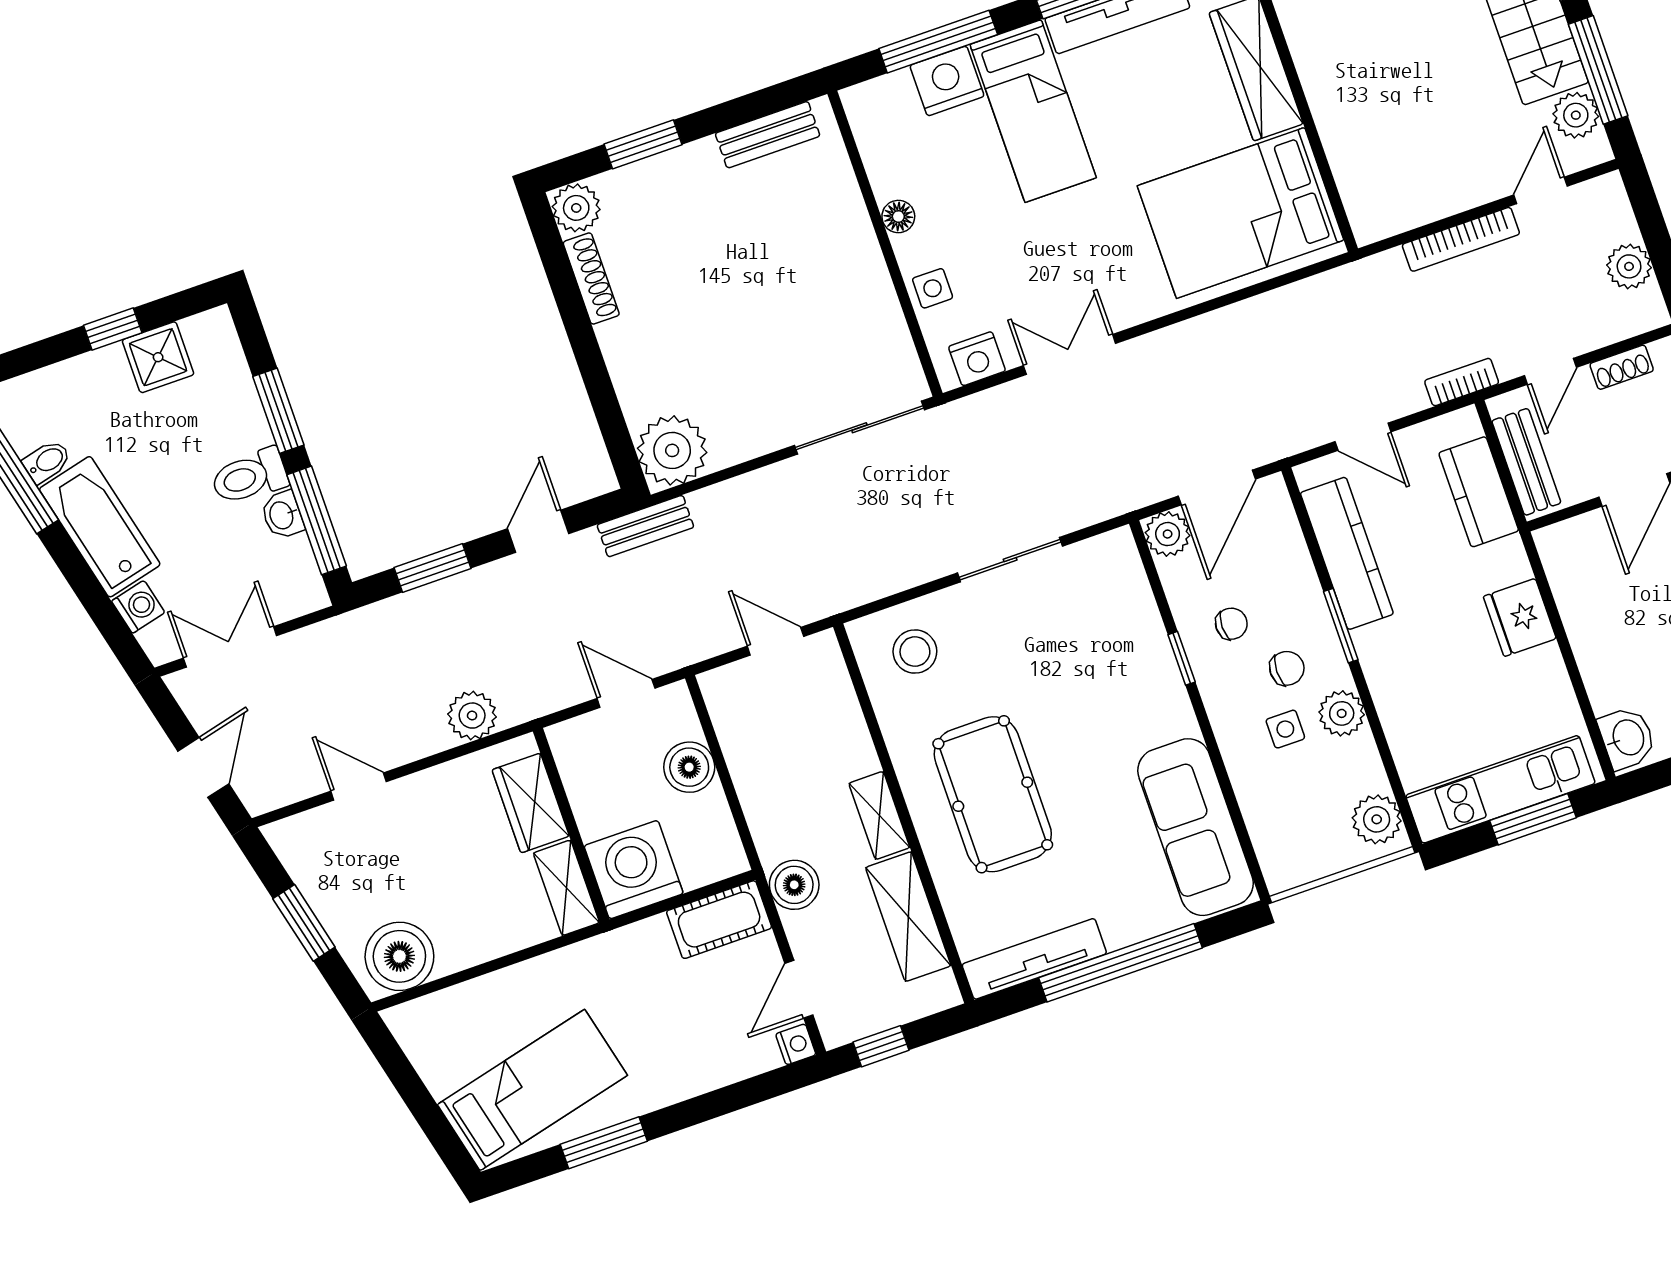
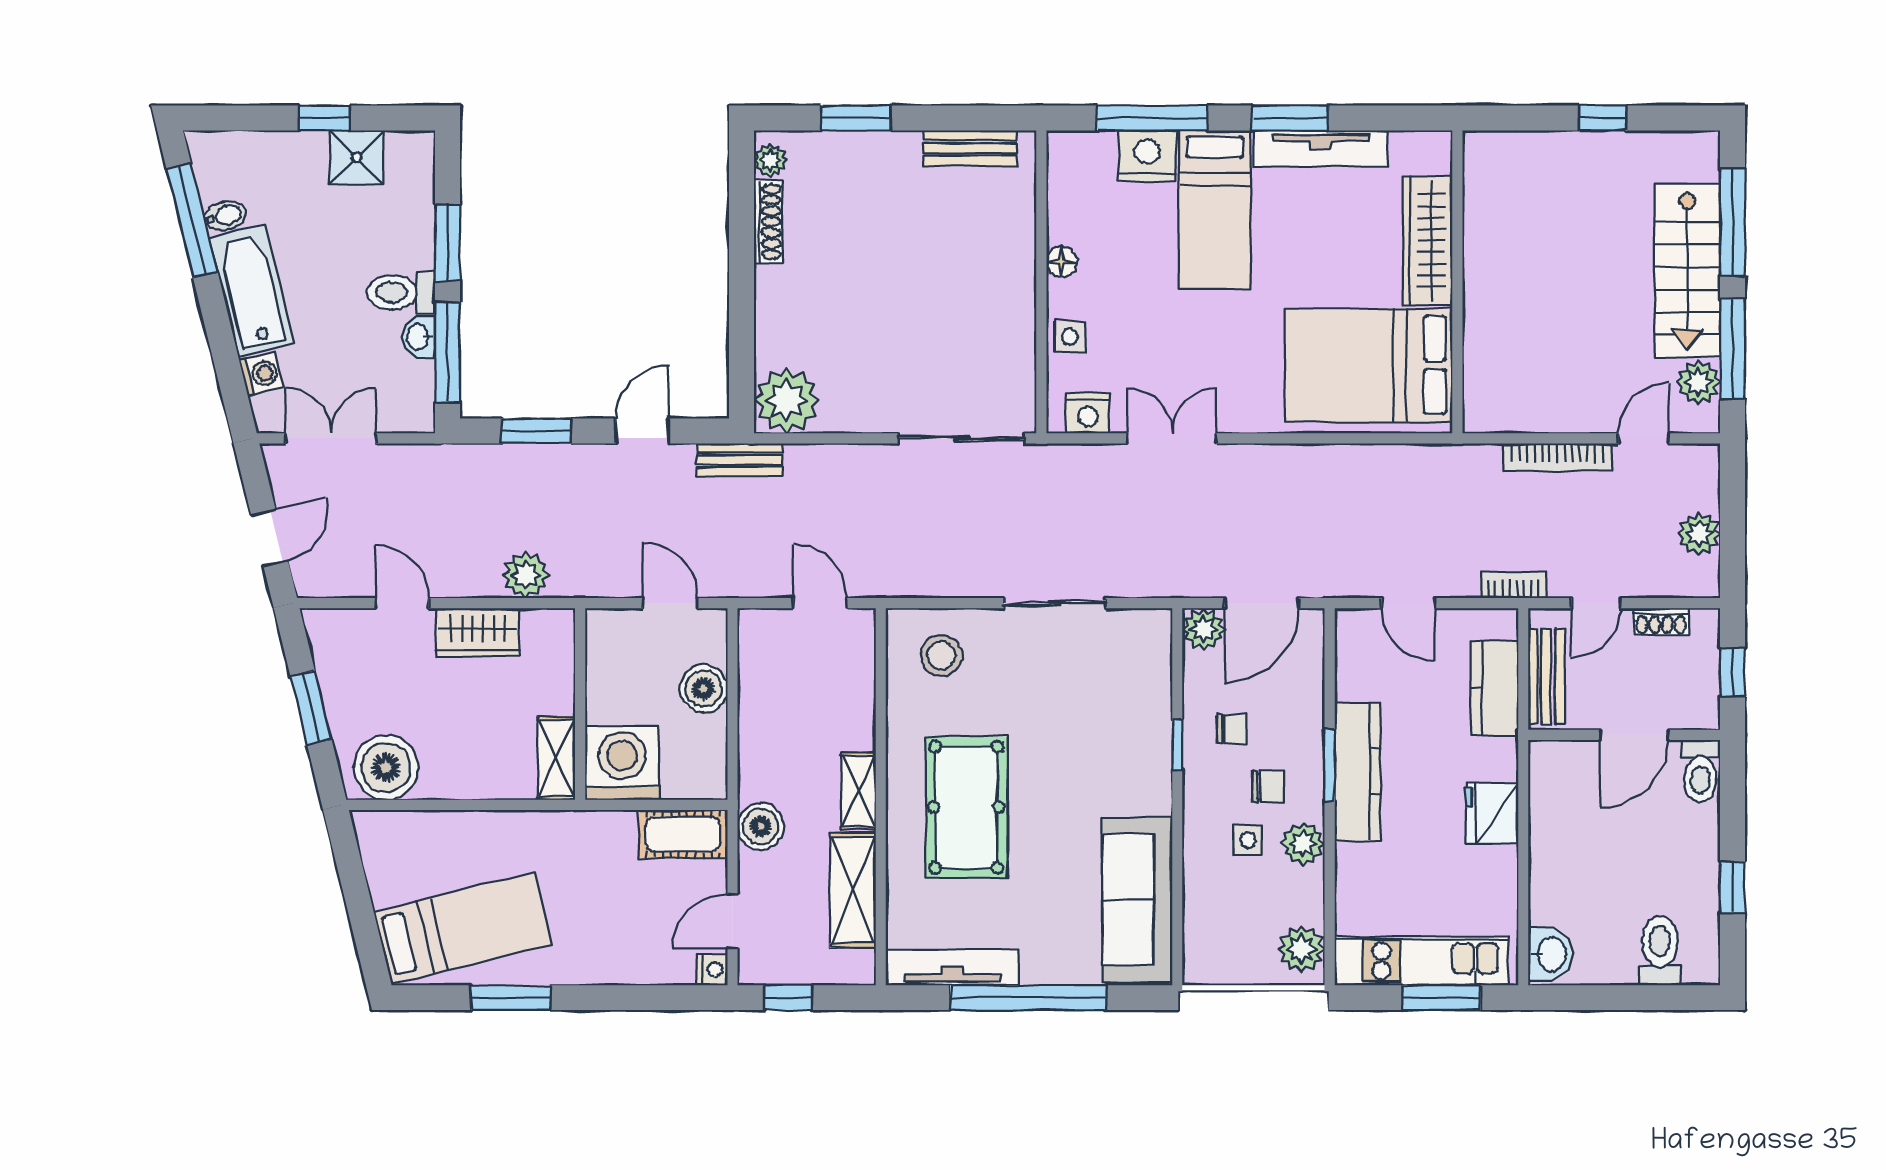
plant: (576, 208) -> (770, 160), width x0.73, depth x0.73
kitchen counter: (1347, 553) -> (1358, 772), moved
wardrobe: (531, 803) -> (477, 632), moved, turned -90

